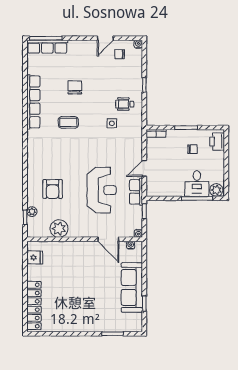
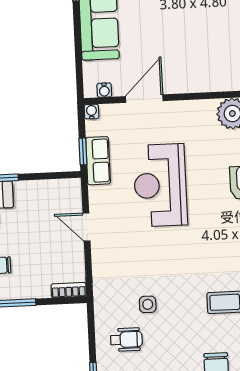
door: (144, 169) -> (86, 227), swing flipped
row of seats: (136, 192) -> (98, 161), moved
door: (108, 239) -> (144, 99), hinge flipped

